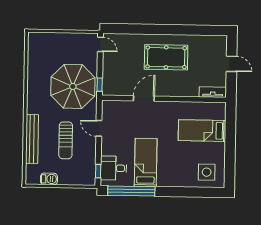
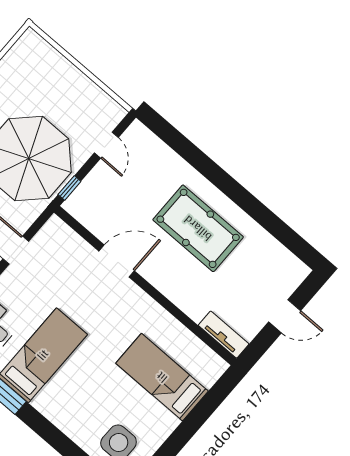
door: (100, 44) -> (106, 145), moved
door: (231, 64) -> (285, 316), hinge flipped

